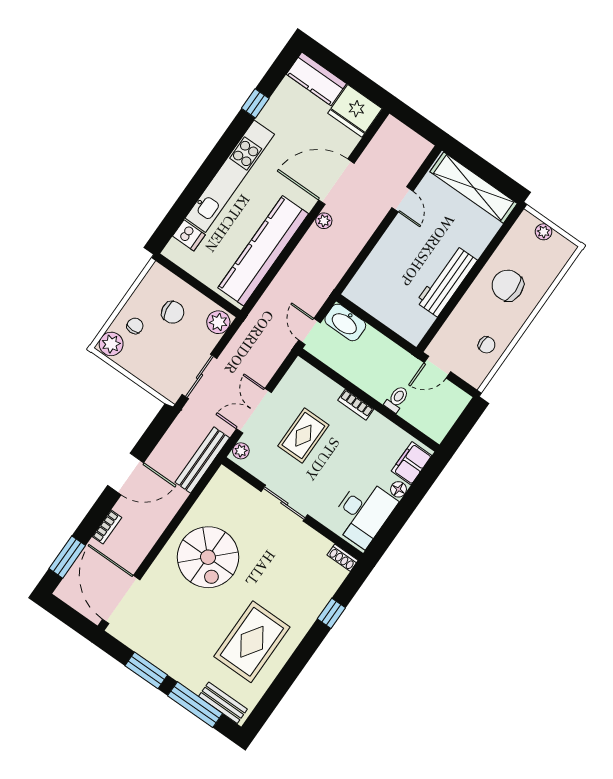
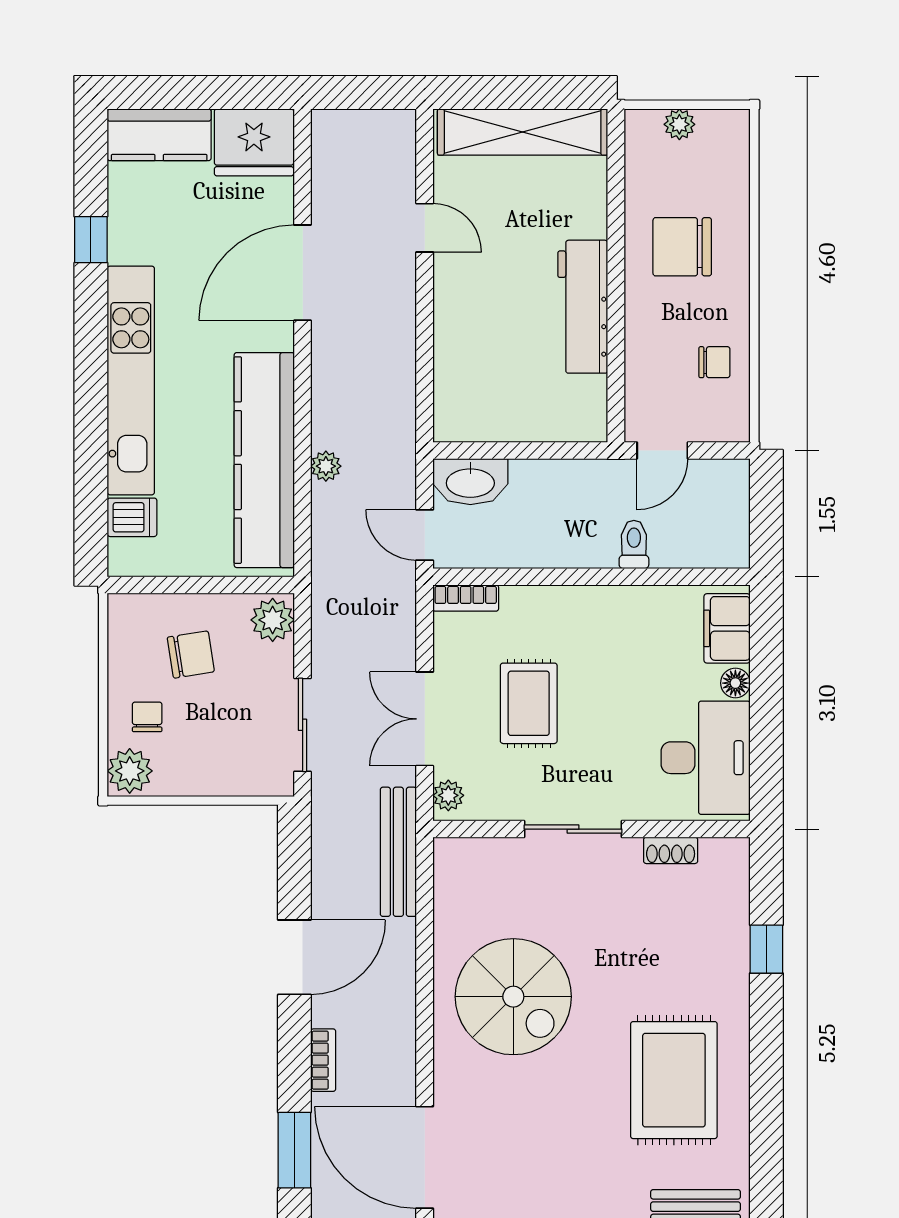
plant: (324, 221) -> (326, 466), moved
bookcase: (356, 405) -> (466, 598), moved
shoe rack: (343, 558) -> (671, 850), moved

